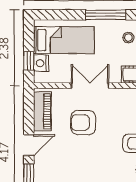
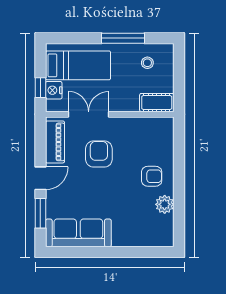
double door: (90, 86) -> (89, 114), moved
armchair: (83, 123) -> (99, 154), turned 90

